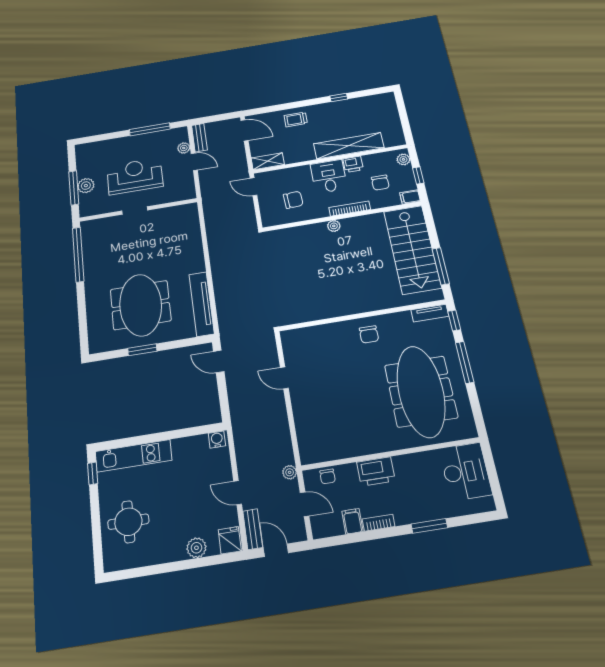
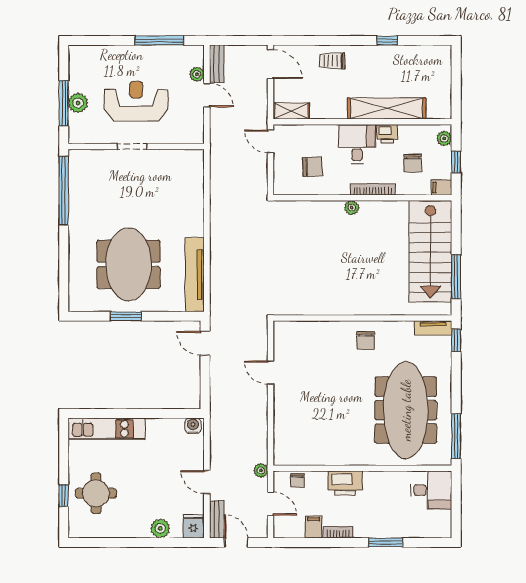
window: (465, 362) -> (456, 436), moved
desk: (465, 472) -> (431, 490), width x0.73
window: (93, 473) -> (64, 495), moved

